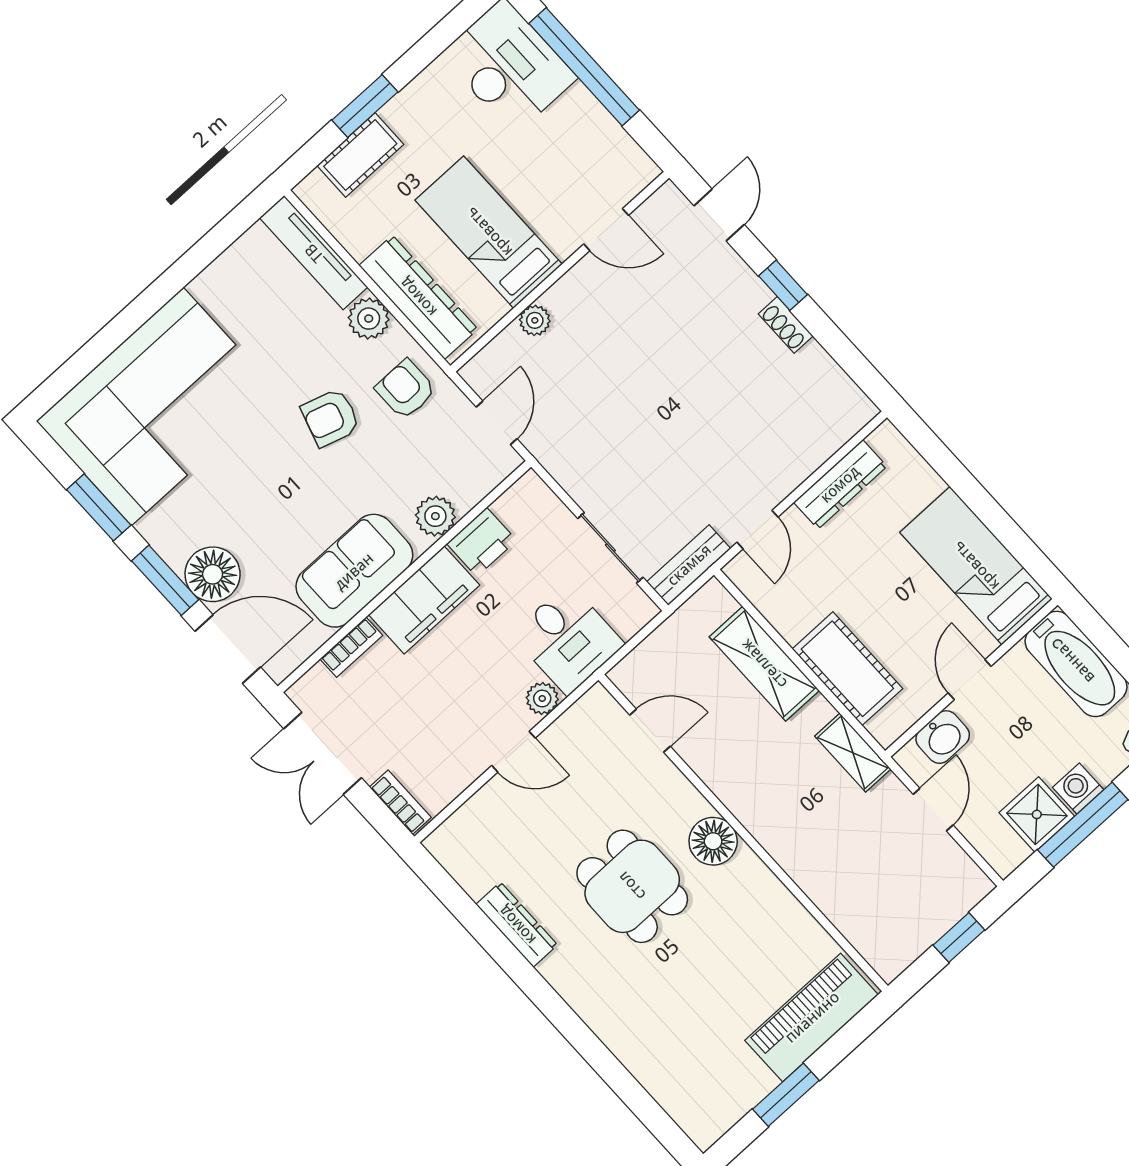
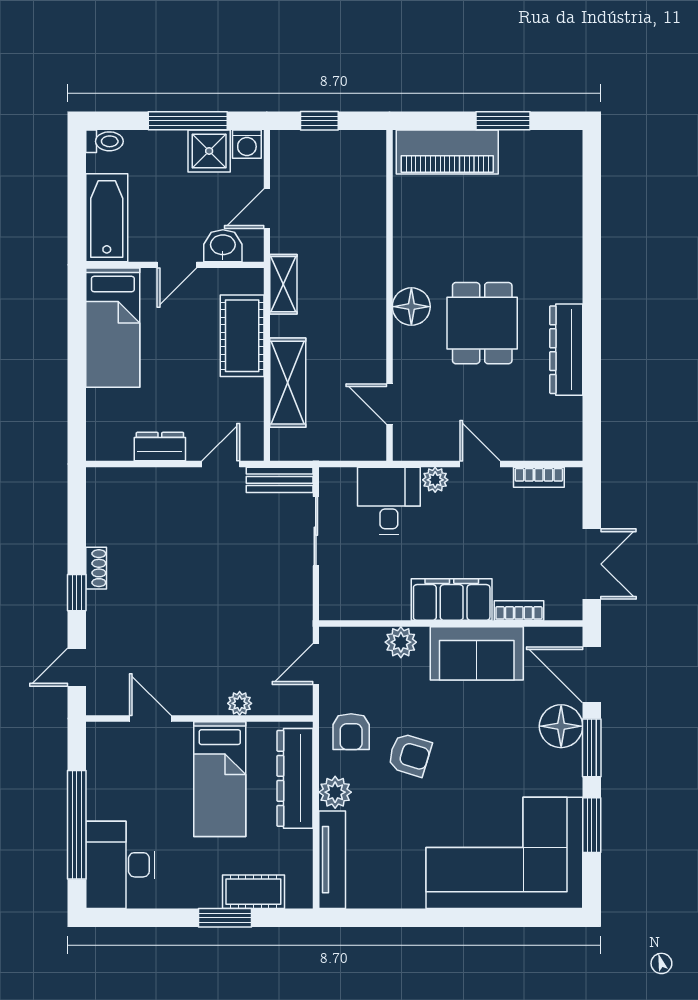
dresser: (840, 484) -> (160, 447), width x0.70
printer: (482, 542) -> (388, 603), removed
washing machine: (1078, 788) -> (247, 144), moved
bookcase: (400, 802) -> (539, 477), moved, turned -90
dresser: (517, 925) -> (566, 350), width x1.37, depth x1.24

